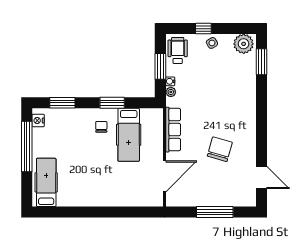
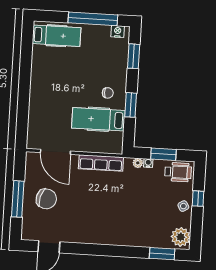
chair: (220, 149) -> (46, 199), moved

